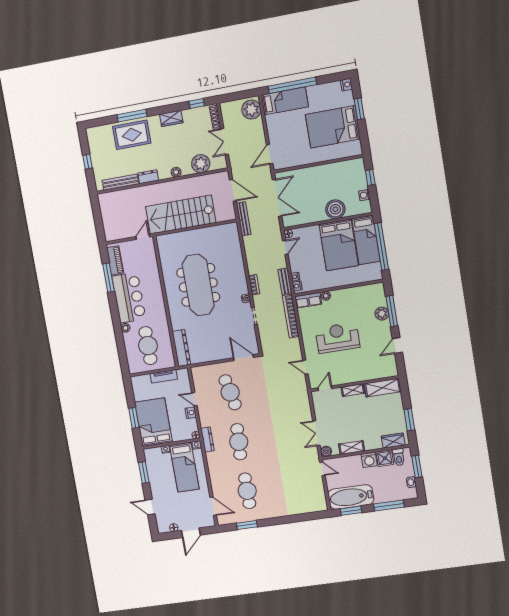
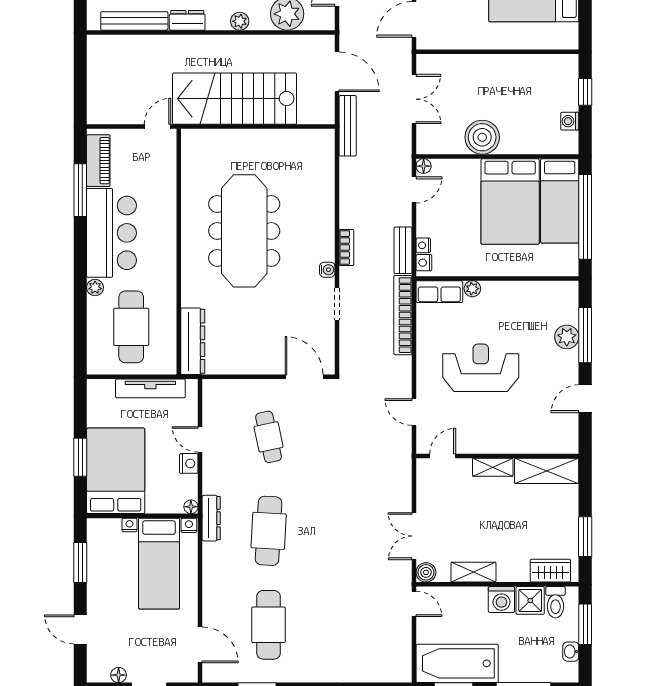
double door: (277, 198) -> (414, 99), width x0.73
boiler: (335, 209) -> (482, 137), moved
tv unit: (164, 376) -> (150, 388), width x1.41
cafe table: (230, 392) -> (269, 437), width x0.73, depth x0.74

